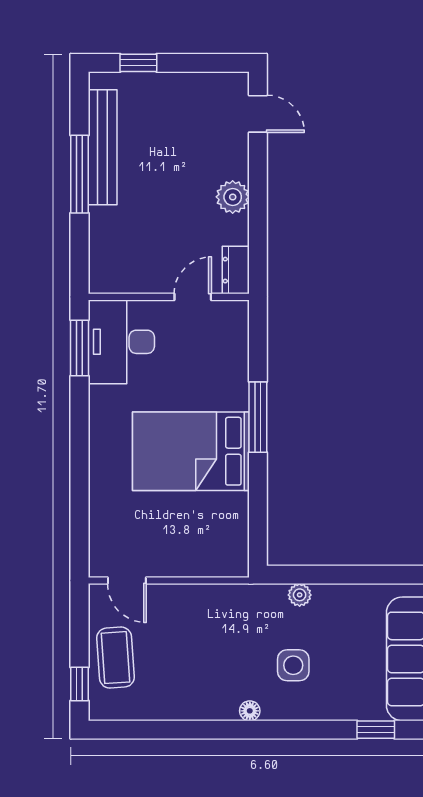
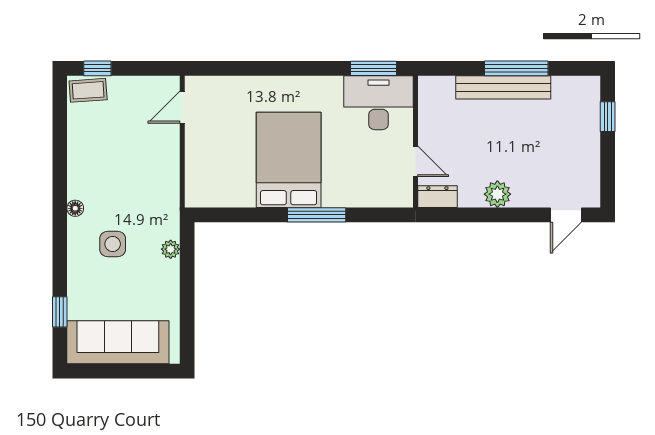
bench: (103, 147) -> (503, 87), moved
coffee table: (115, 658) -> (88, 90), moved, width x0.73, depth x0.77

